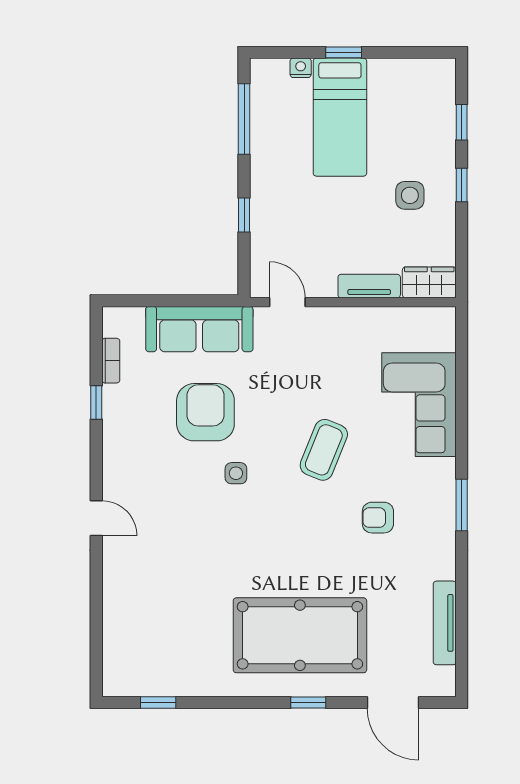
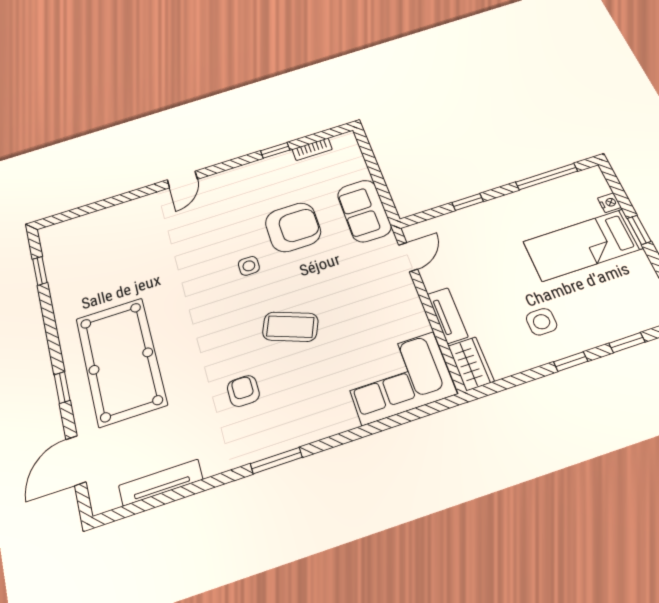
sofa: (199, 329) -> (364, 211), width x0.73
corner sofa: (419, 405) -> (398, 378), moved

